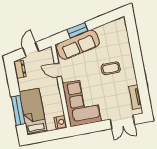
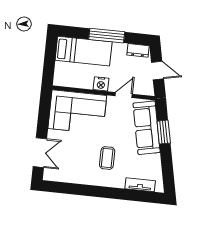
tv unit: (135, 97) -> (140, 185), moved
window: (18, 110) -> (107, 36), moved
nightstand: (60, 122) -> (101, 84), moved
double door: (122, 122) -> (40, 153), swing flipped

